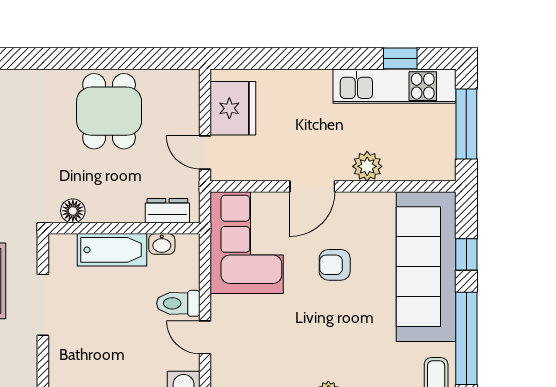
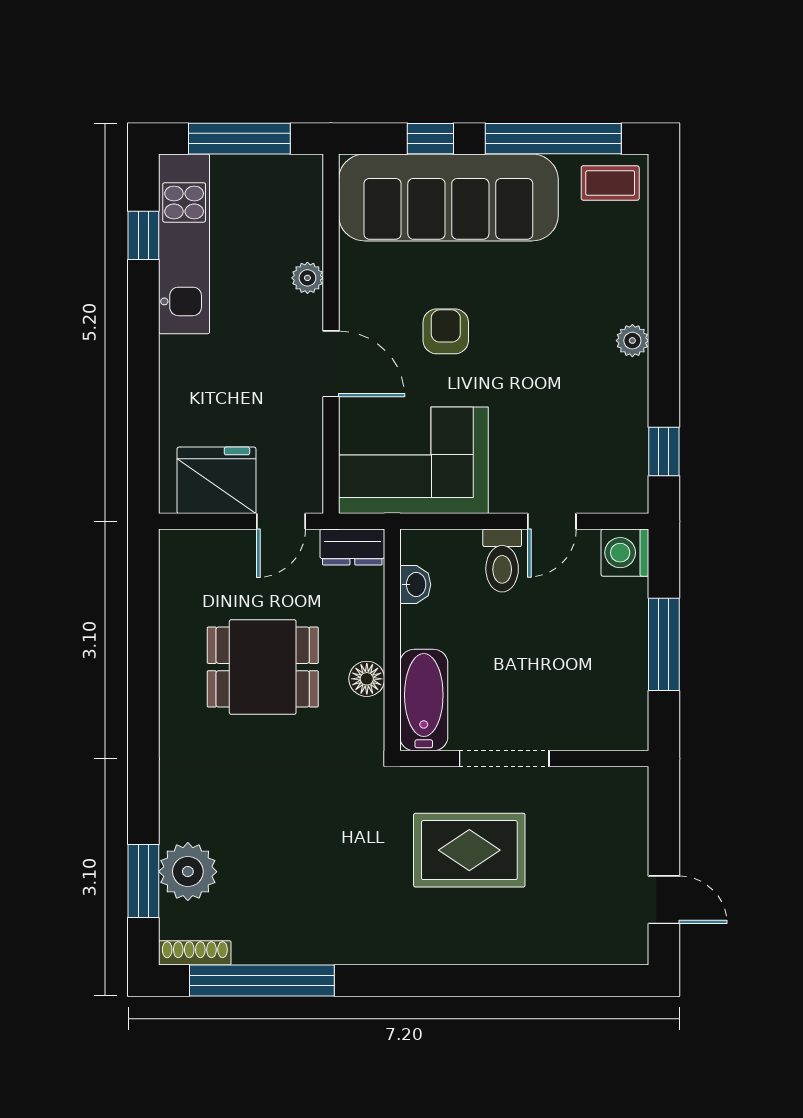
dining table: (109, 111) -> (263, 667), moved
plant: (367, 166) -> (307, 278), width x0.73, depth x0.73
floor lamp: (73, 211) -> (367, 679), moved
dresser: (167, 211) -> (352, 547), moved, turned -90
bathtub: (112, 250) -> (424, 700), moved
armchair: (335, 265) -> (446, 331), turned 180

